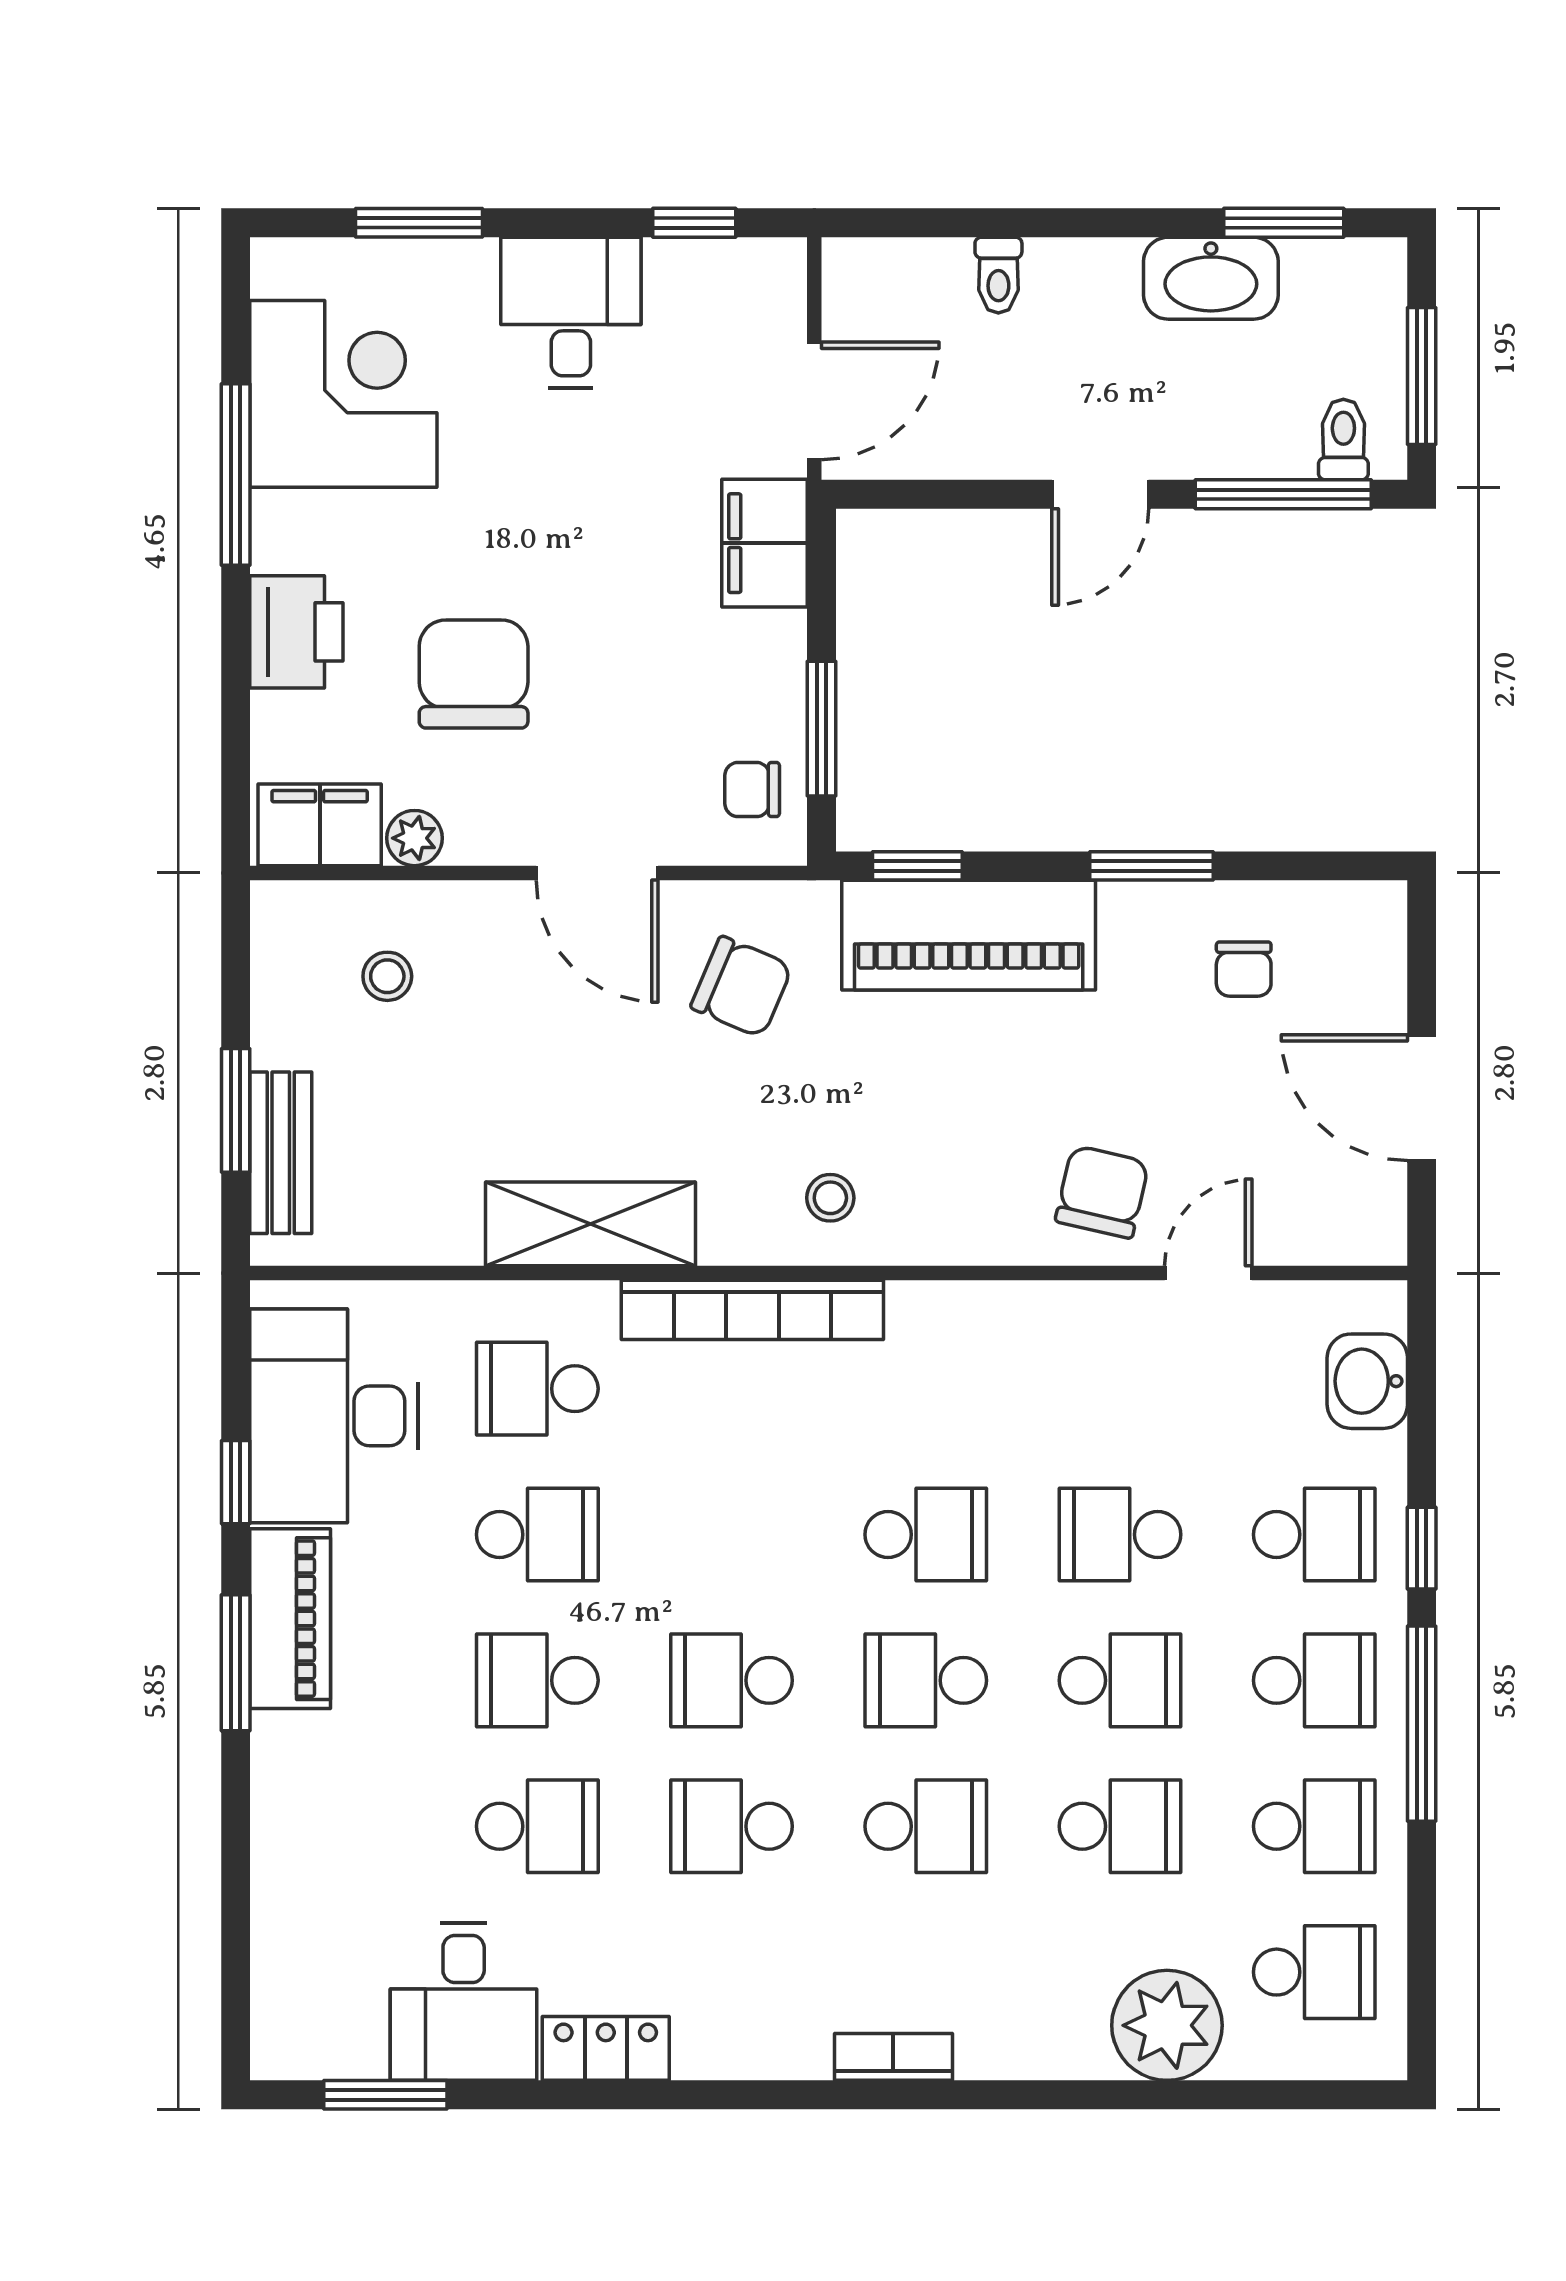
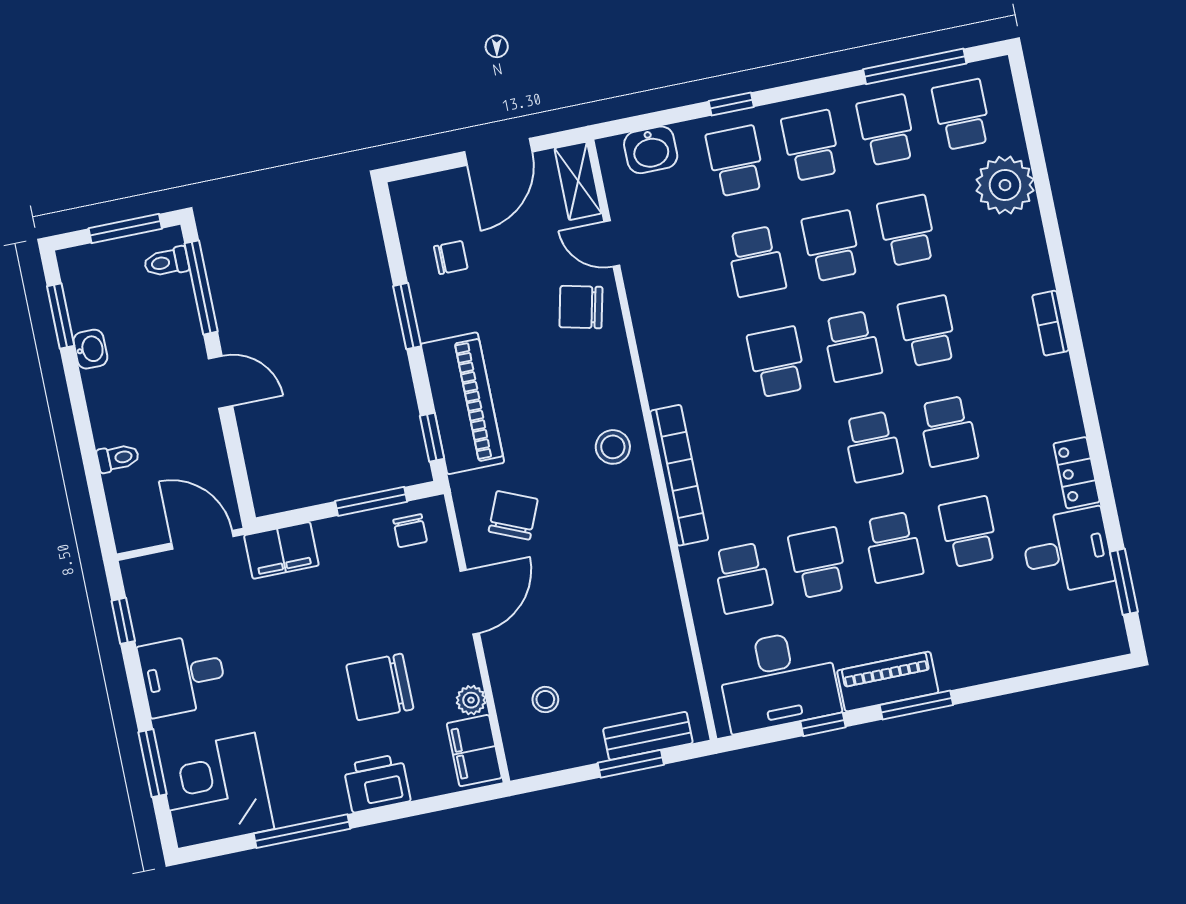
washbasin: (1211, 278) -> (90, 349), width x0.52, depth x0.69
corner desk: (343, 394) -> (216, 791), moved
stool: (830, 1198) -> (613, 447), width x1.37, depth x1.37
shelving: (591, 1224) -> (578, 181), moved, width x0.67, depth x0.75
window: (1422, 1724) -> (915, 66), moved

